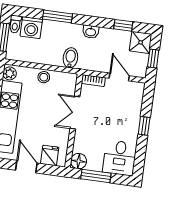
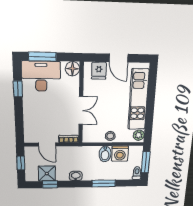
washing machine: (31, 28) -> (120, 154), moved, turned 180
shower: (141, 42) -> (47, 174), moved
bidet: (70, 58) -> (105, 154), moved
window: (144, 126) -> (18, 89), moved
desk: (120, 158) -> (41, 76), width x1.37
window: (96, 176) -> (42, 57), moved

